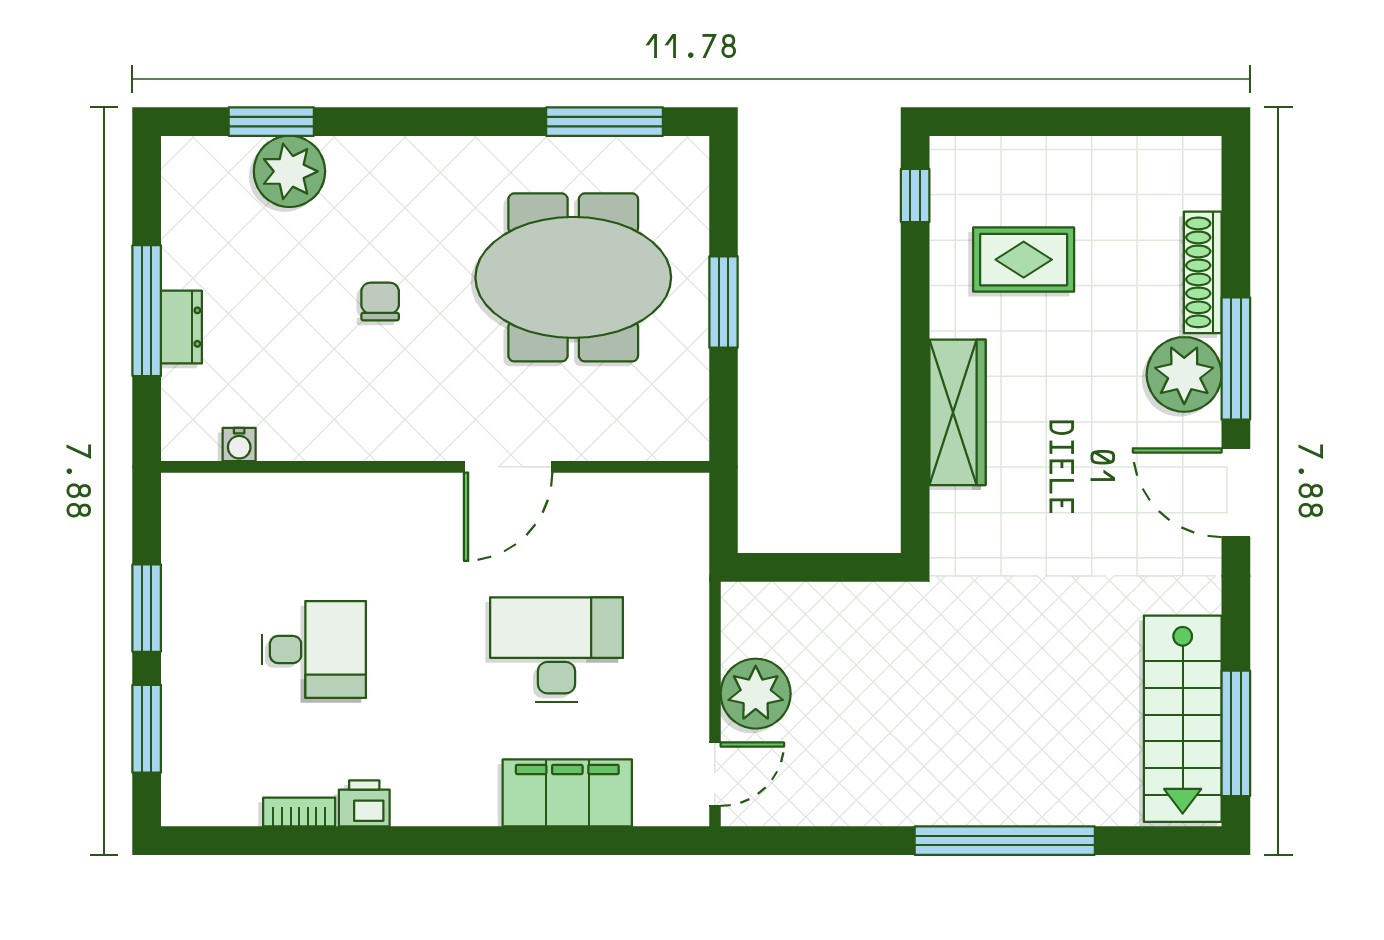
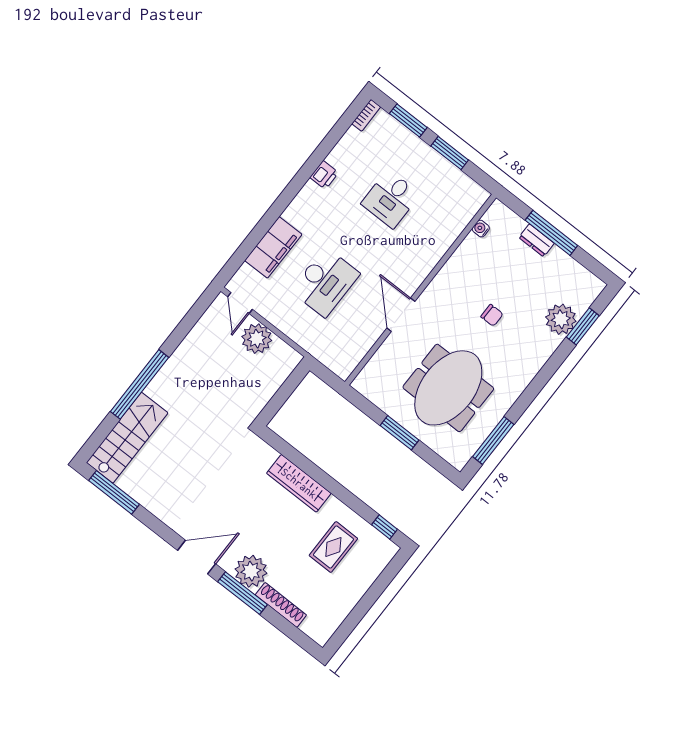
stairs: (1183, 719) -> (127, 438), moved, turned 90
bookcase: (299, 812) -> (366, 115), moved

